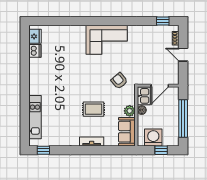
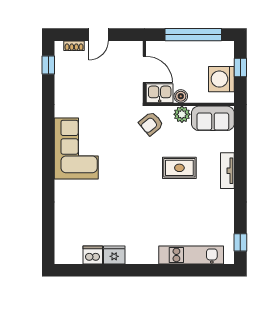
fridge: (35, 36) -> (114, 255), moved
armchair: (119, 81) -> (151, 124), moved
rug: (94, 109) -> (179, 168), turned 90

